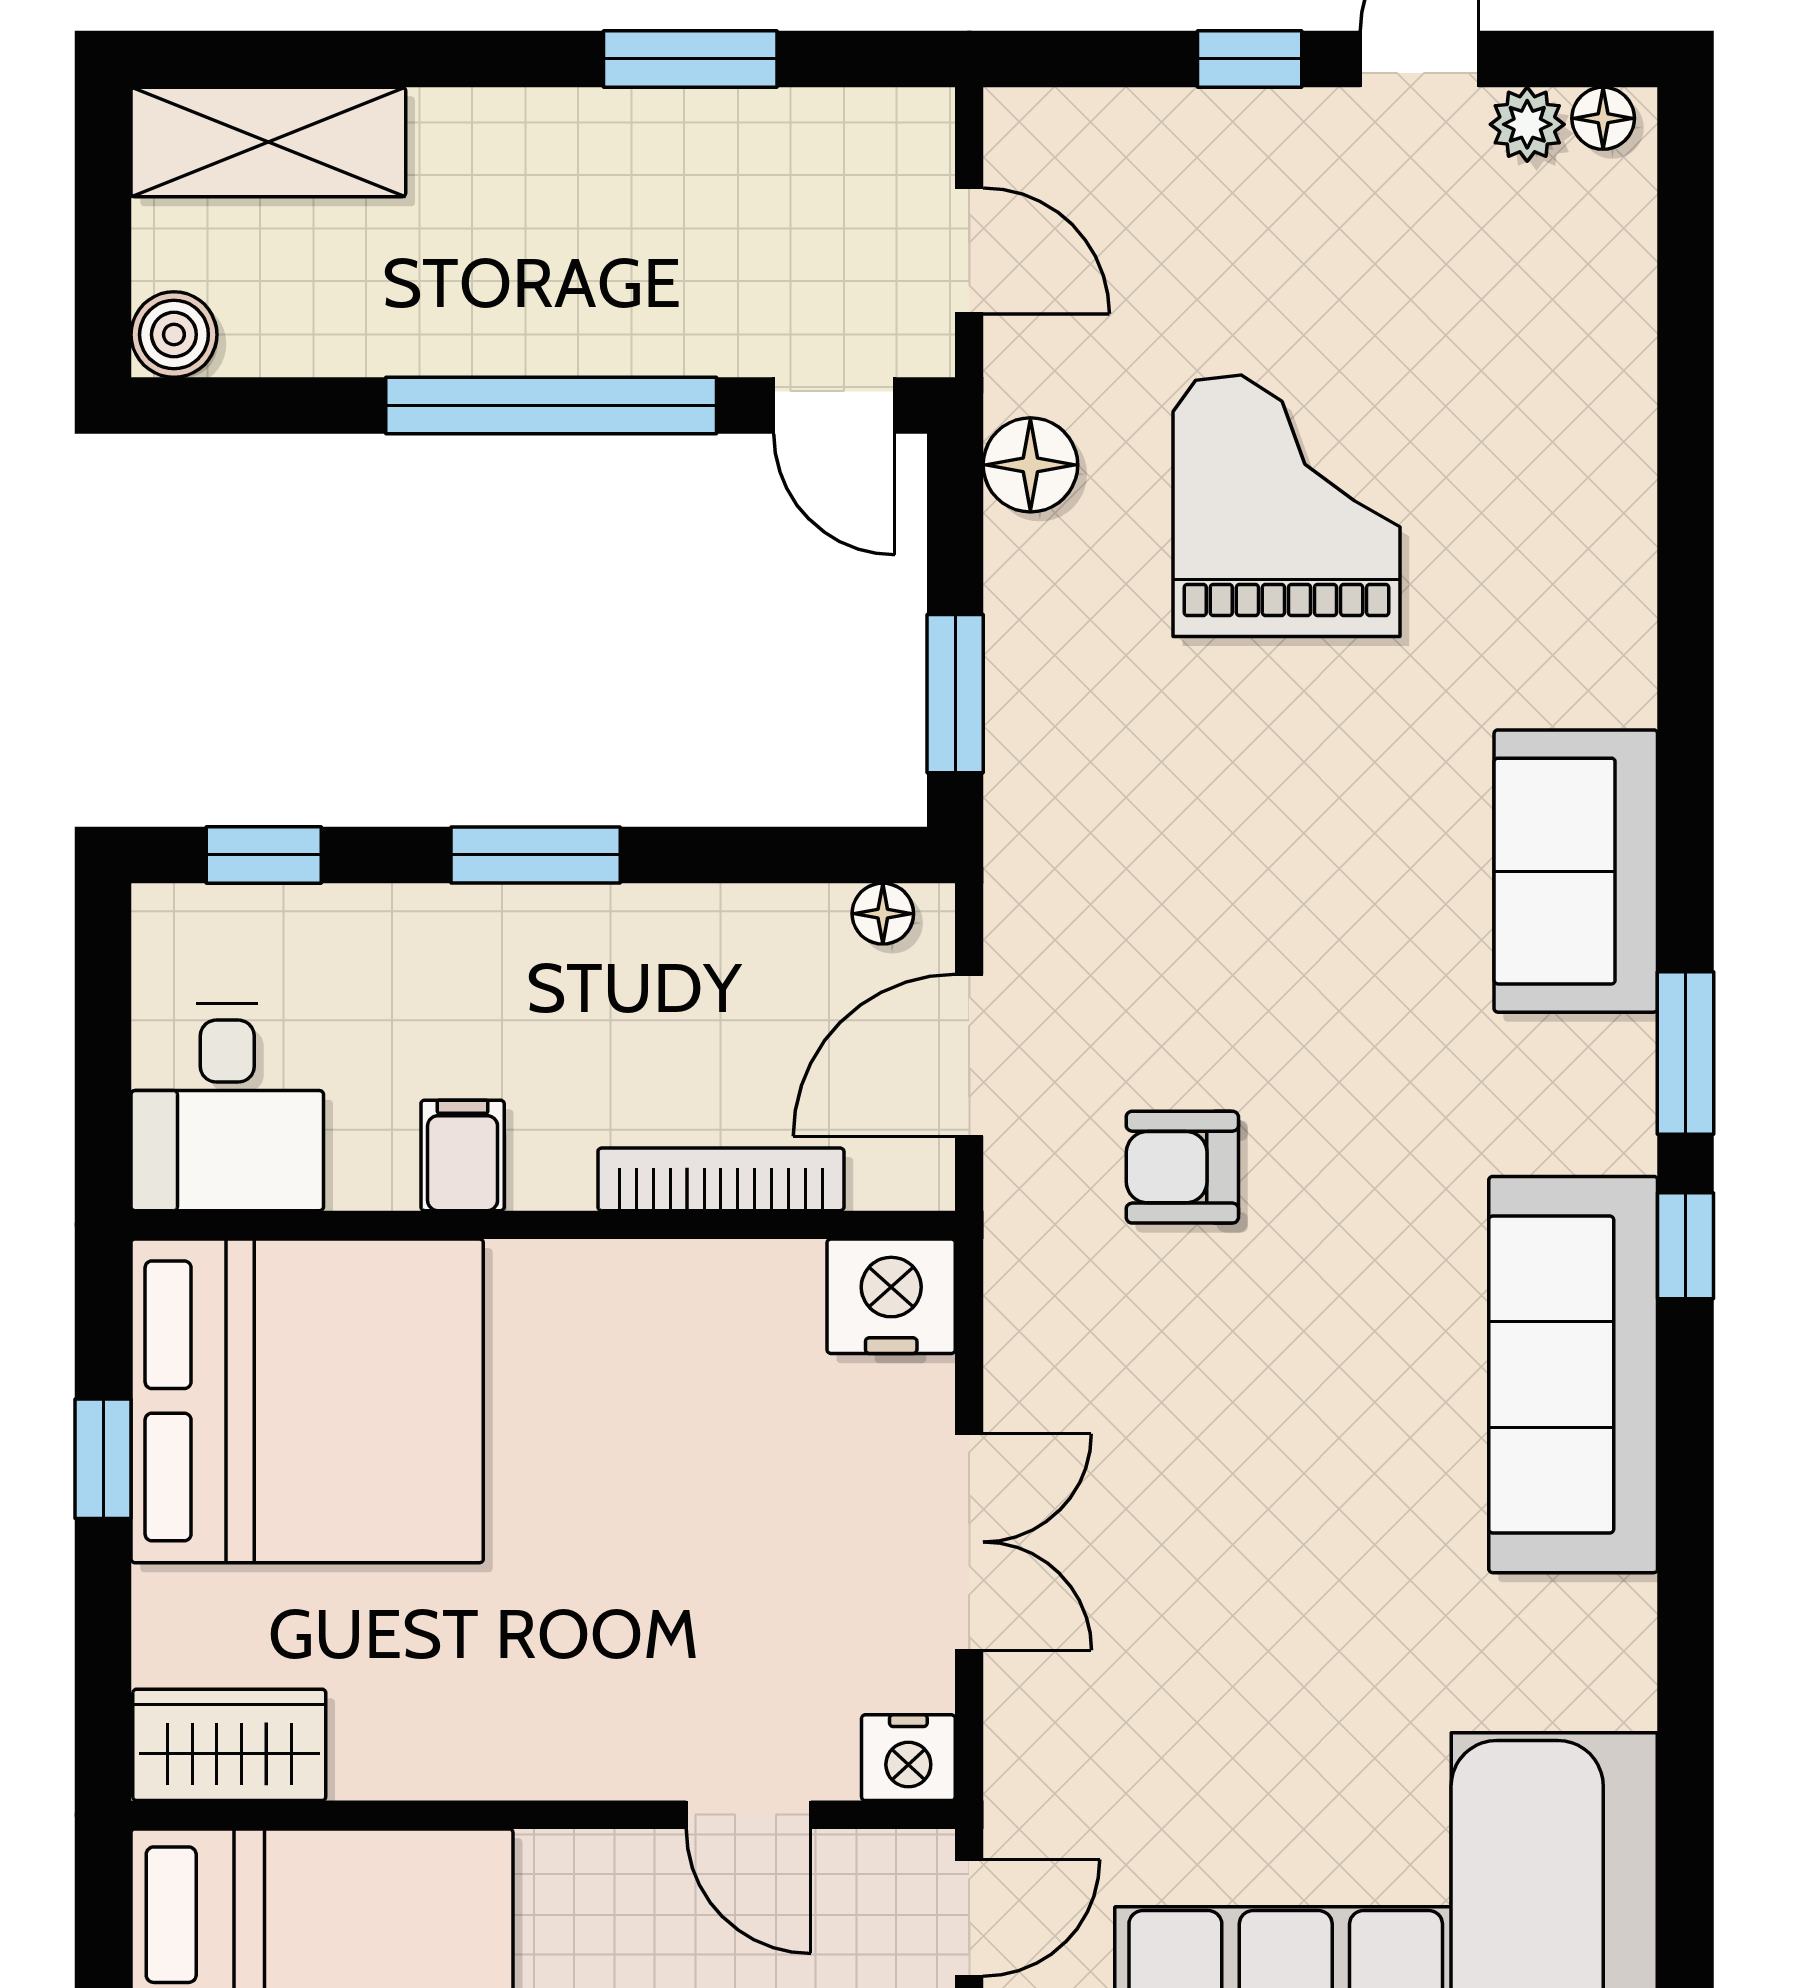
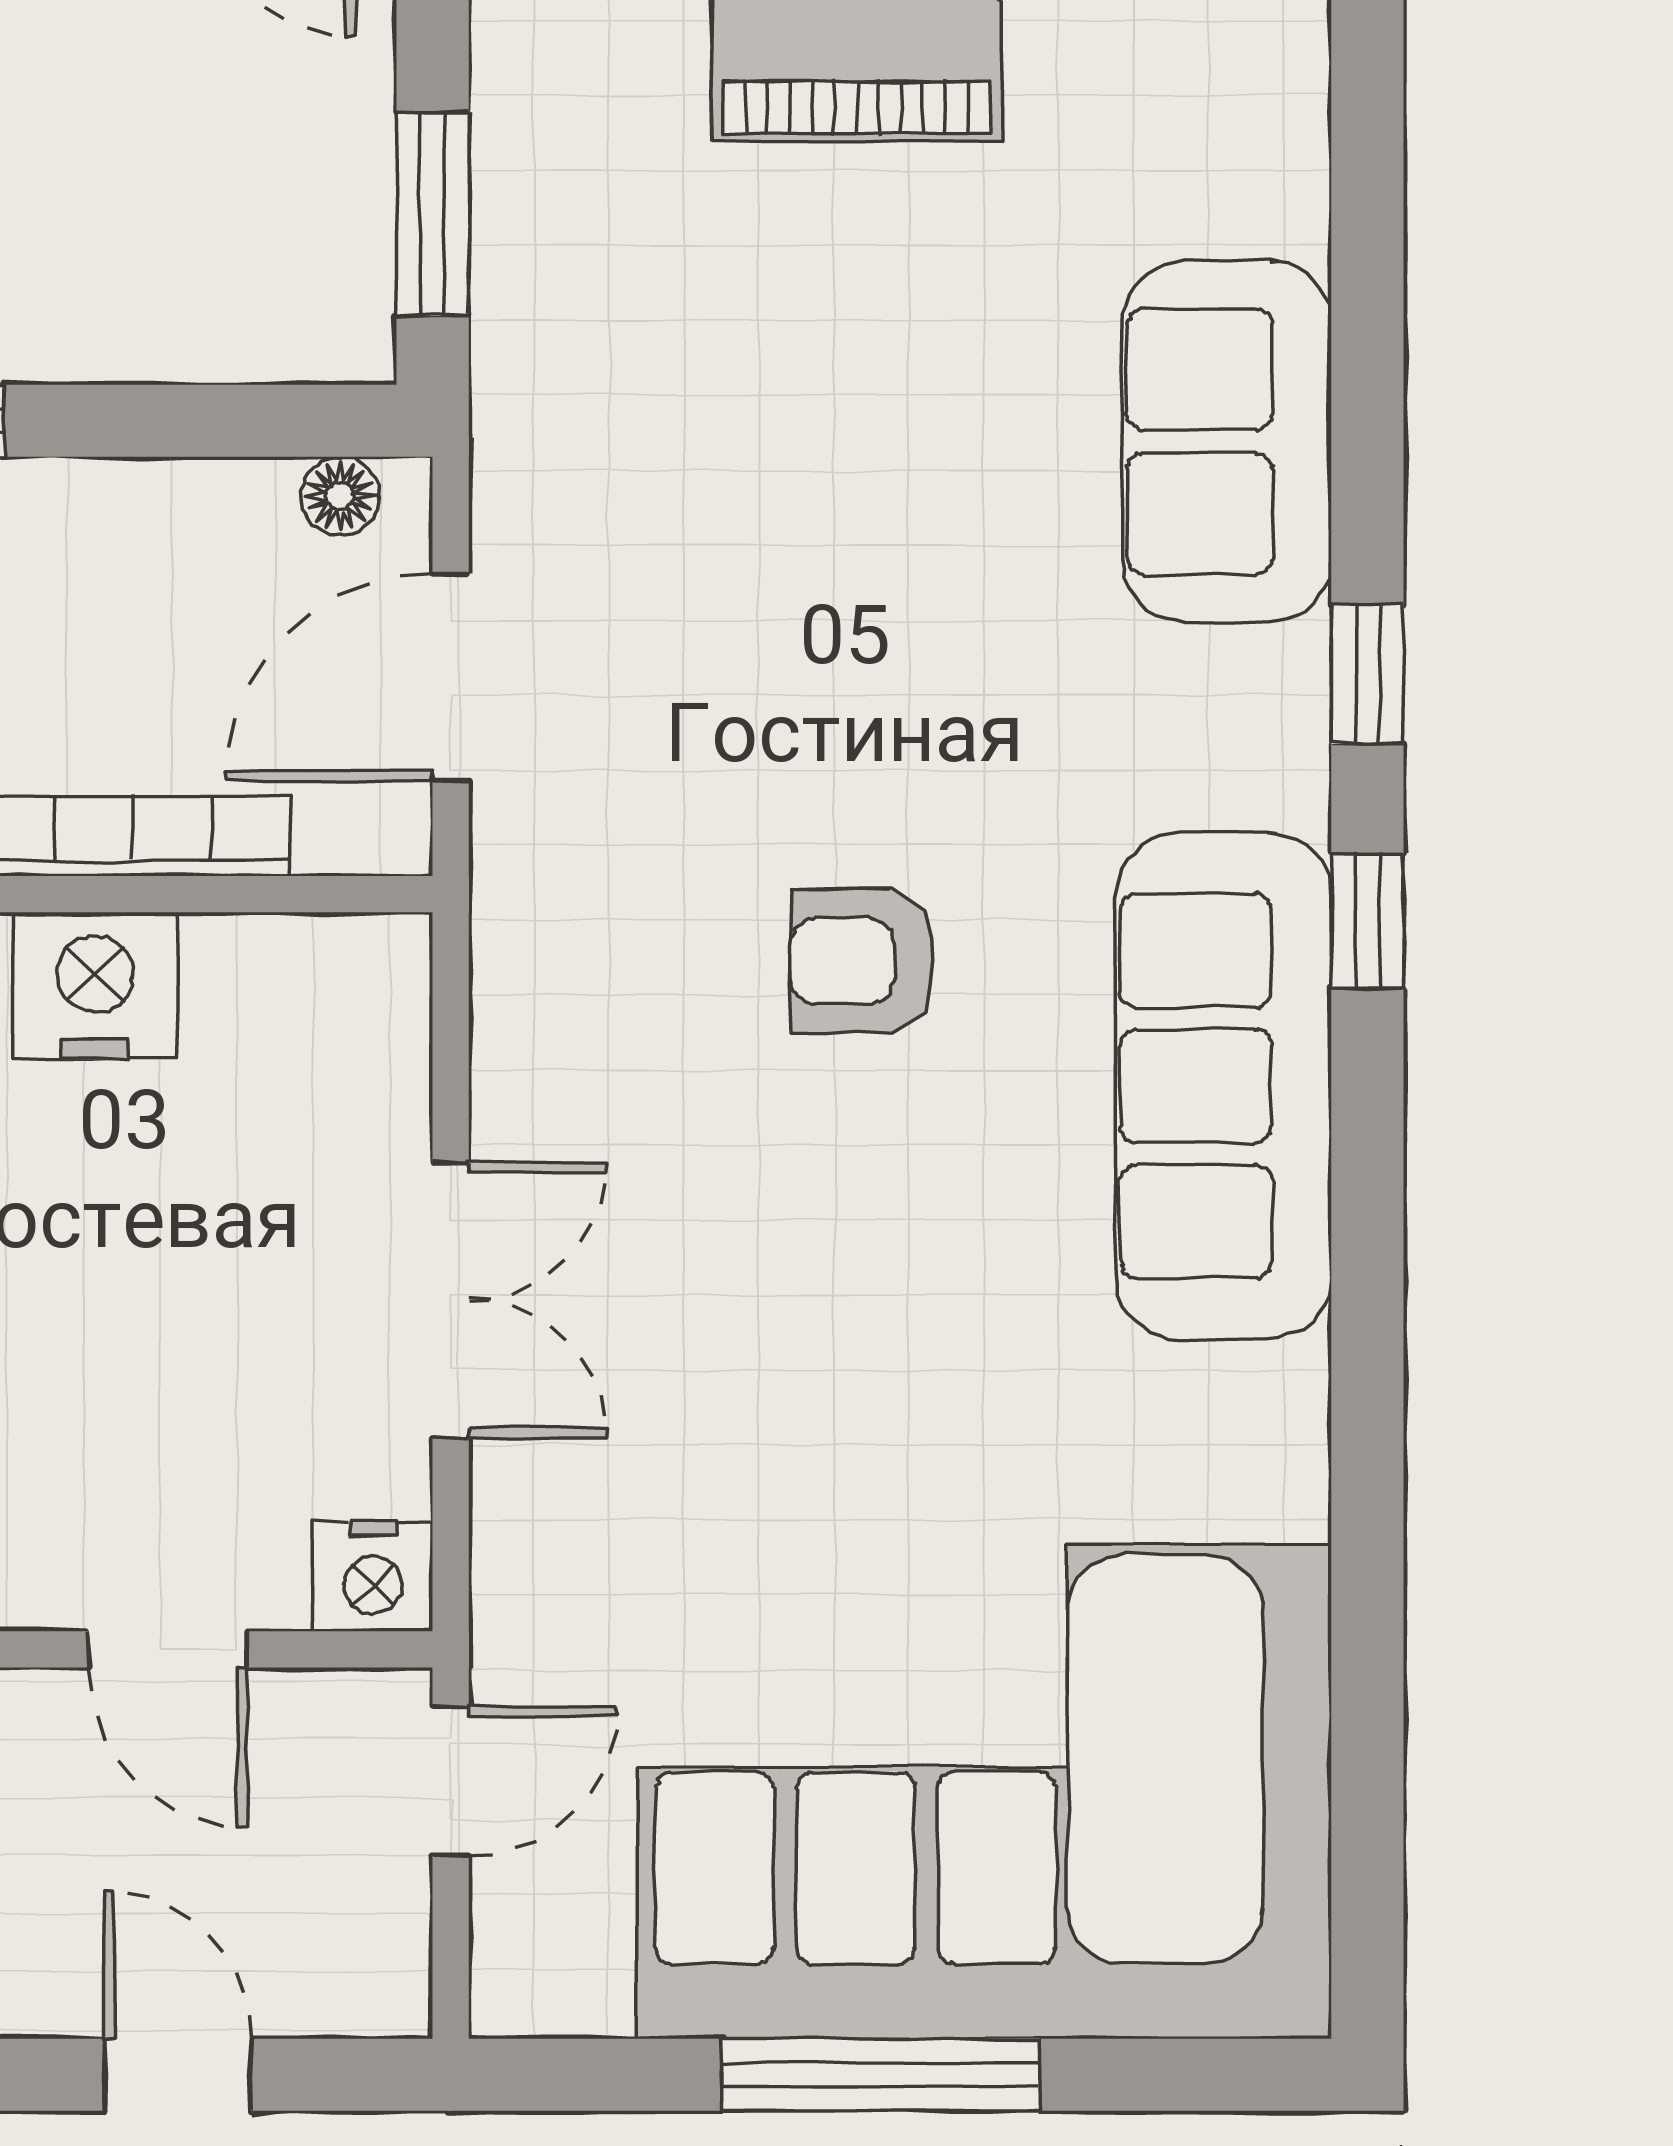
window: (1686, 1053) -> (1367, 674), width x0.67
armchair: (1182, 1167) -> (862, 961), moved
nightstand: (891, 1296) -> (95, 986), moved

